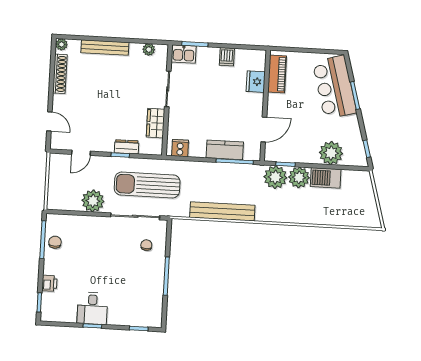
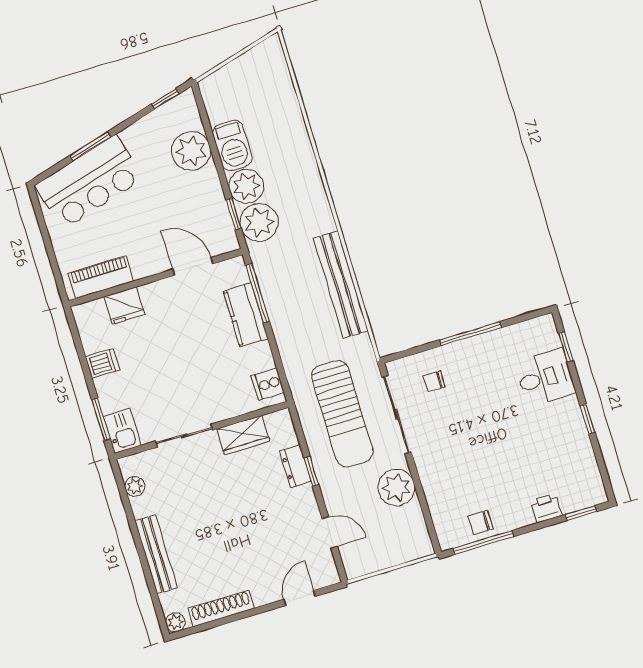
desk: (92, 308) -> (545, 378), moved

